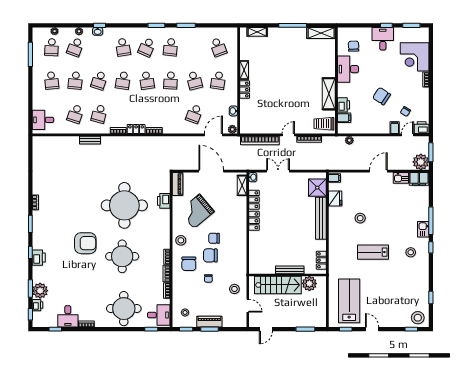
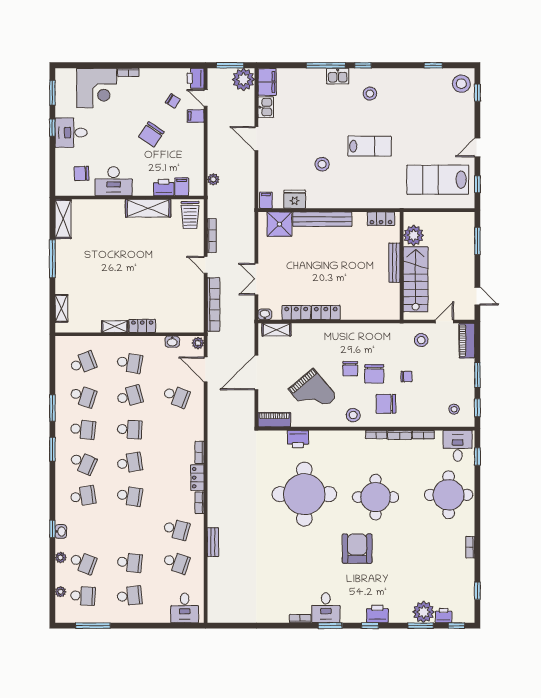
school desk: (99, 80) -> (83, 396), moved
lab bench: (373, 252) -> (370, 146), turned -90
chair: (189, 264) -> (386, 404), turned 180
desk: (68, 316) -> (326, 608), moved, turned 90
piano: (209, 322) -> (467, 341), moved

